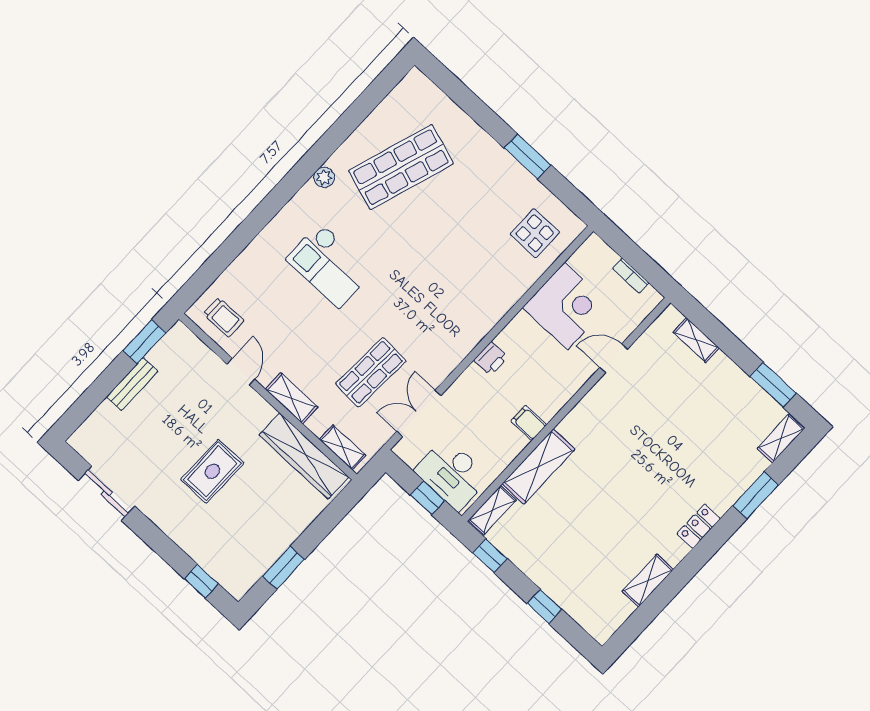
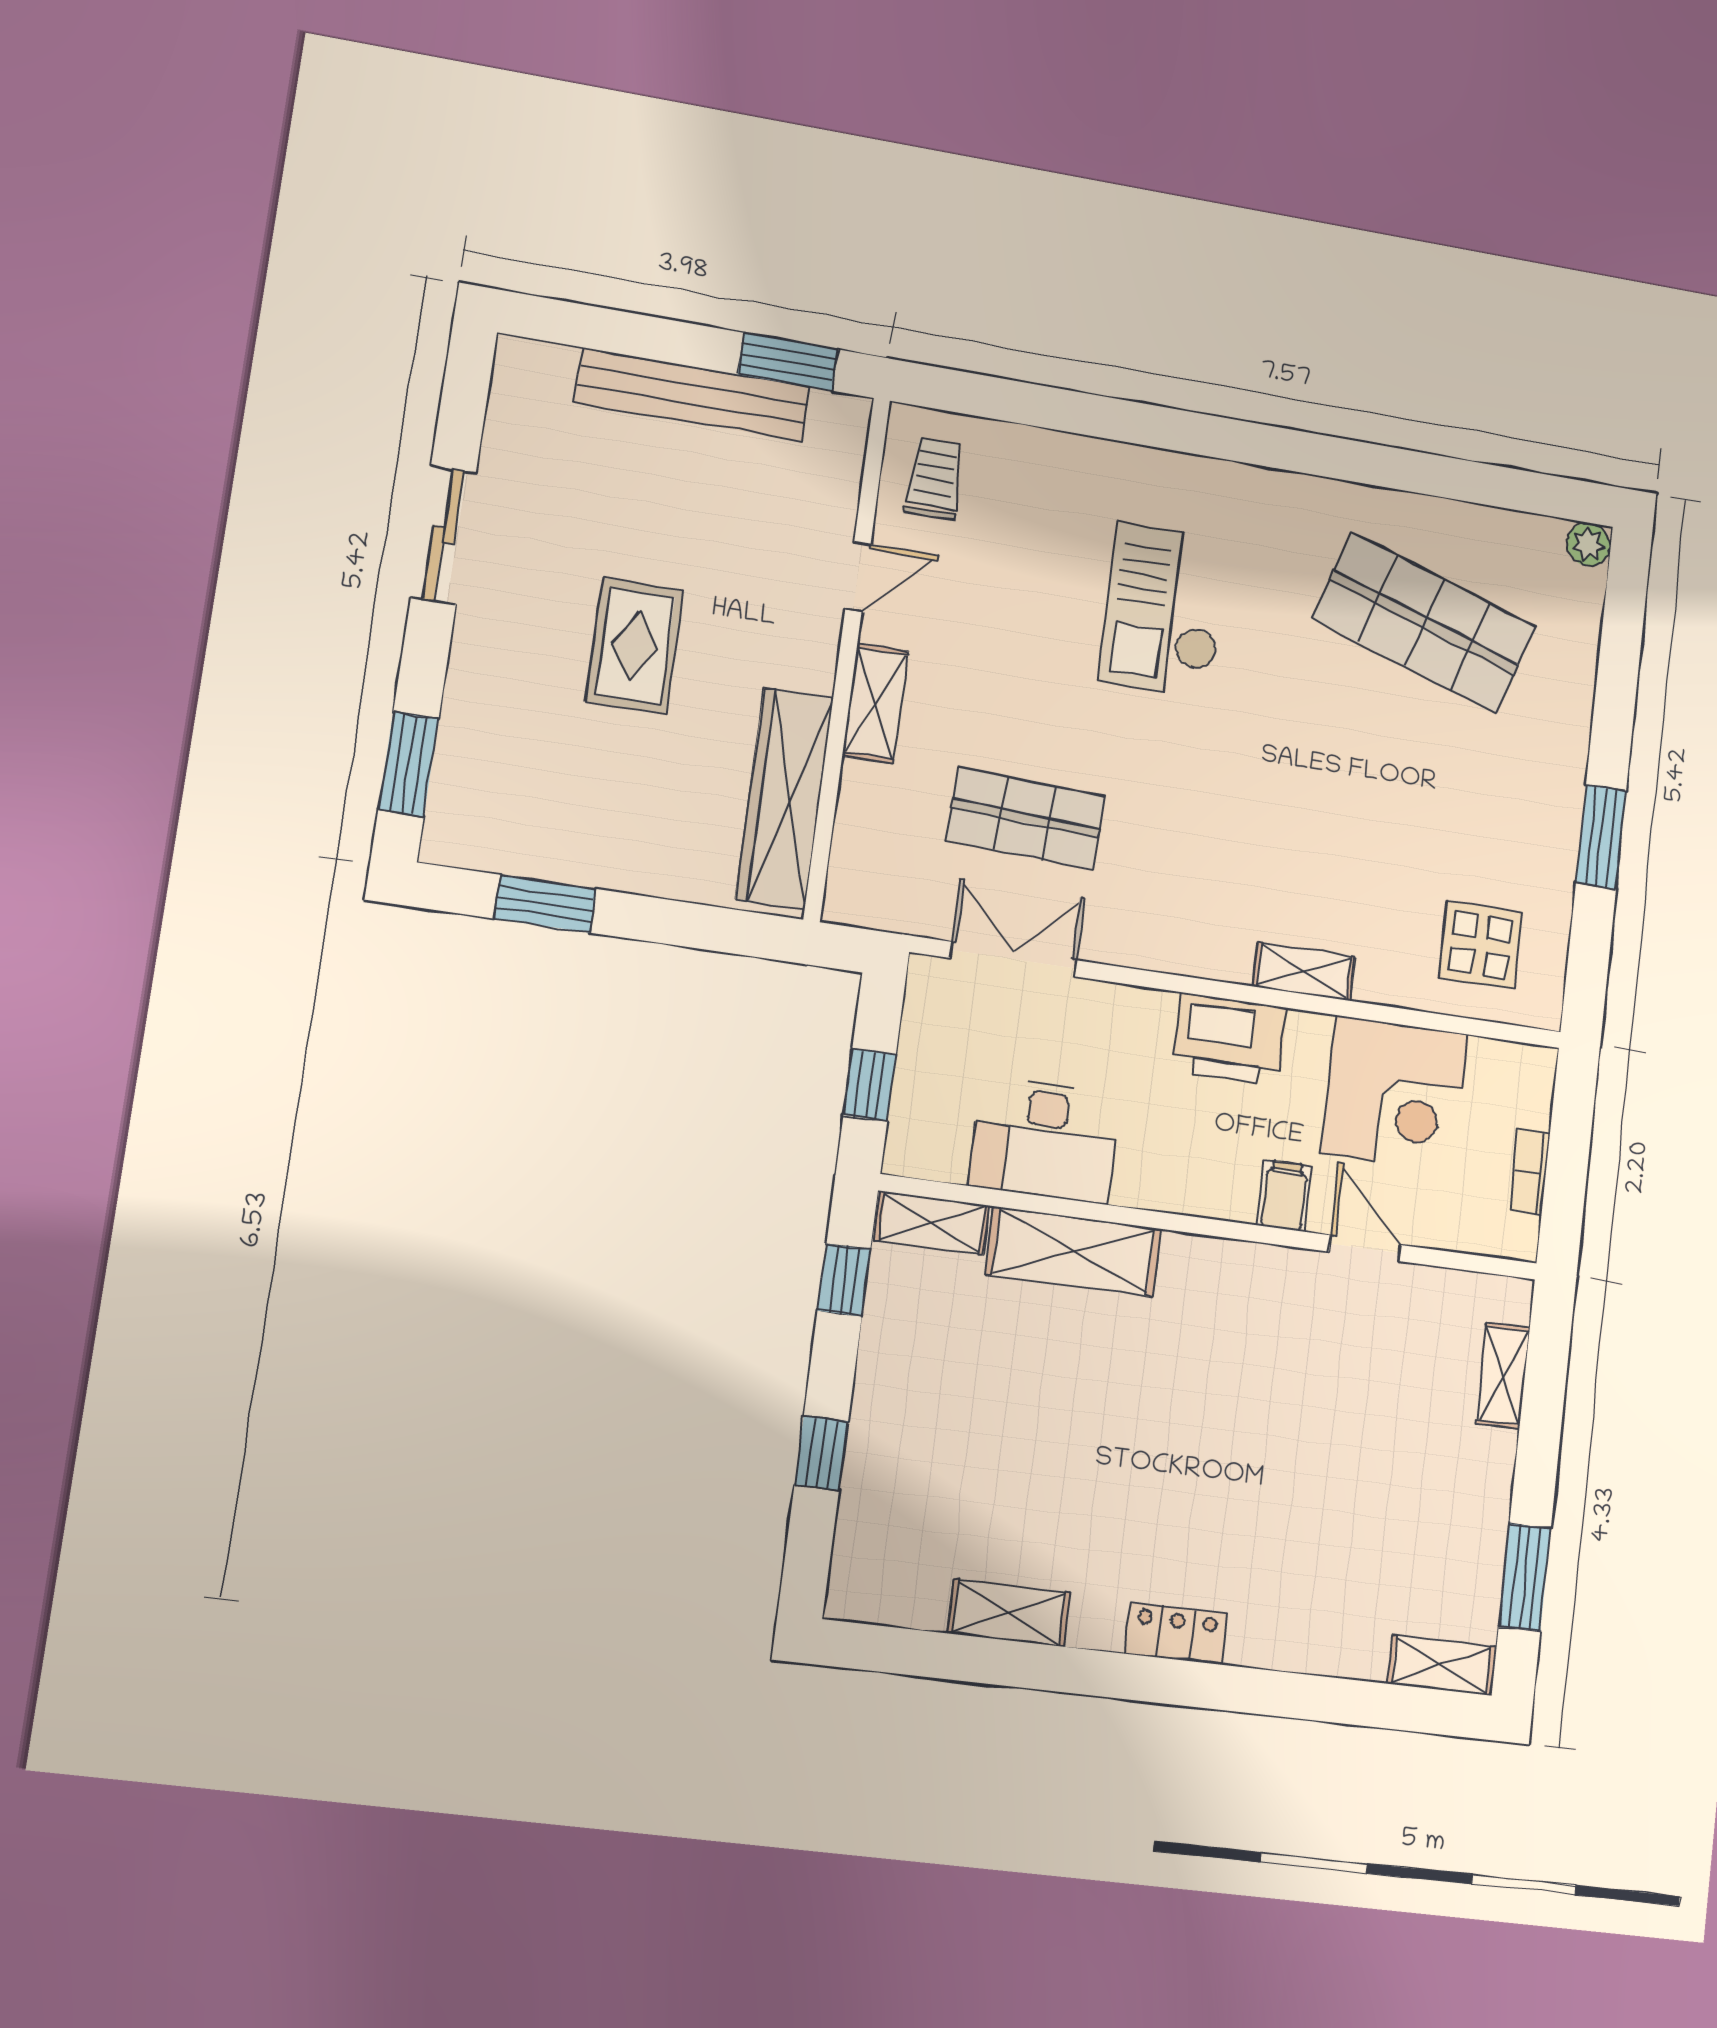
plant: (324, 177) -> (1588, 545), moved
trolley: (224, 317) -> (935, 479), turned 180
printer: (491, 359) -> (1230, 1039), width x1.87, depth x1.48
bench: (132, 384) -> (693, 394), width x1.86, depth x1.21
filing cabinet: (529, 423) -> (1284, 1196), moved
shelving: (343, 447) -> (1304, 971), moved, turned 90
rug: (212, 471) -> (635, 646), turned 90
desk: (452, 474) -> (1044, 1140), moved, turned -90
sliding door: (107, 493) -> (443, 535), moved
window: (756, 495) -> (1307, 1697), removed
window: (201, 581) -> (408, 764), width x1.50

